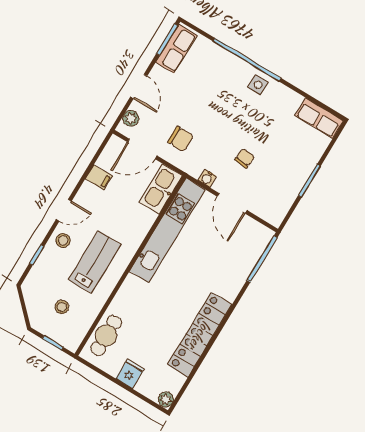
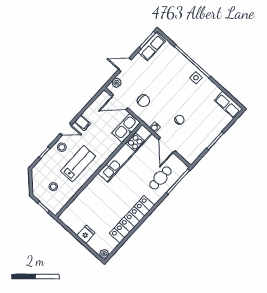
door: (139, 86) -> (125, 65), swing flipped
filing cabinet: (99, 177) -> (82, 123), moved
cafe table: (106, 336) -> (160, 178), moved

